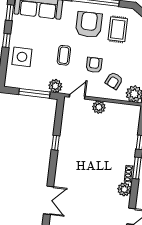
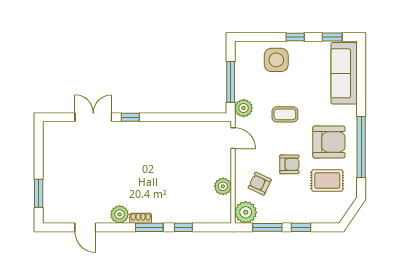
armchair: (94, 65) -> (289, 164), moved
plant: (99, 107) -> (223, 186), moved
window: (56, 143) -> (130, 117), moved
double door: (49, 200) -> (93, 117), swing flipped

